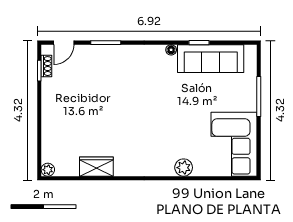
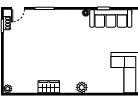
wardrobe: (96, 167) -> (49, 87), moved
plant: (184, 168) -> (82, 87), moved

